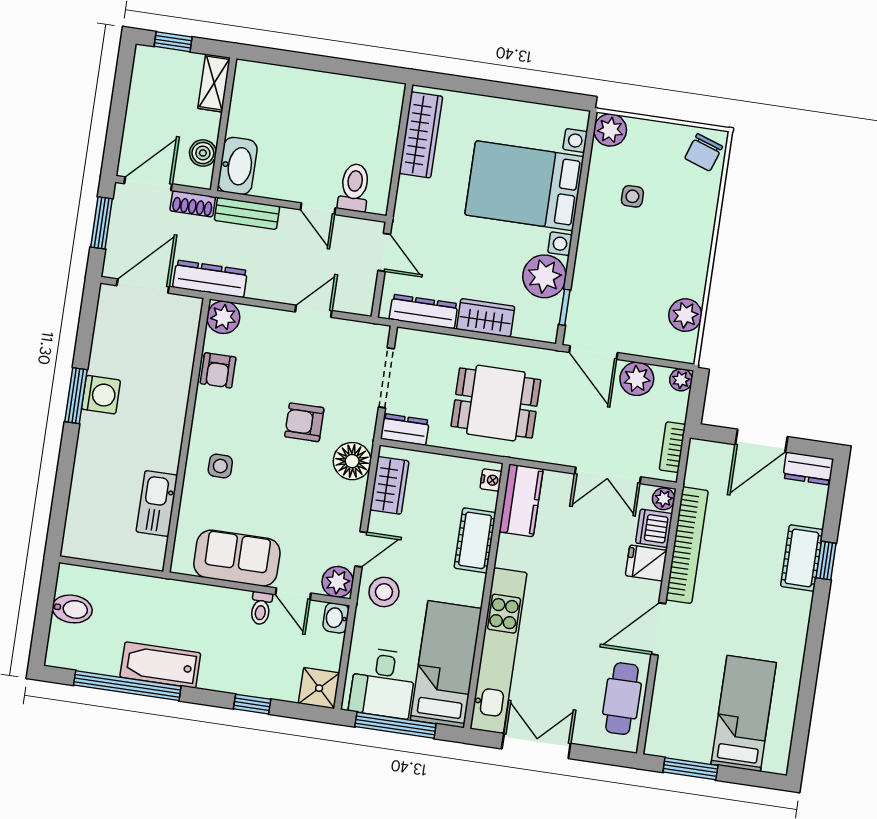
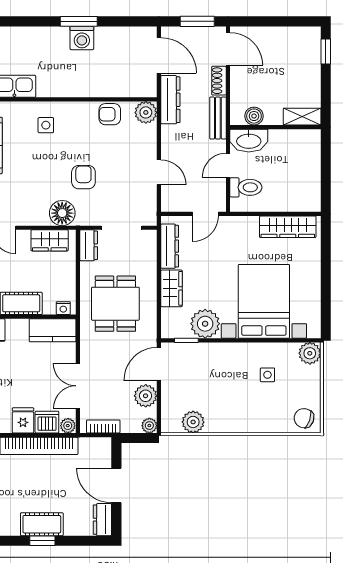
shelving: (214, 83) -> (302, 117), moved
wall: (224, 124) -> (275, 127), moved
boiler: (203, 153) -> (254, 116), moved
washbasin: (238, 166) -> (249, 141), moved

